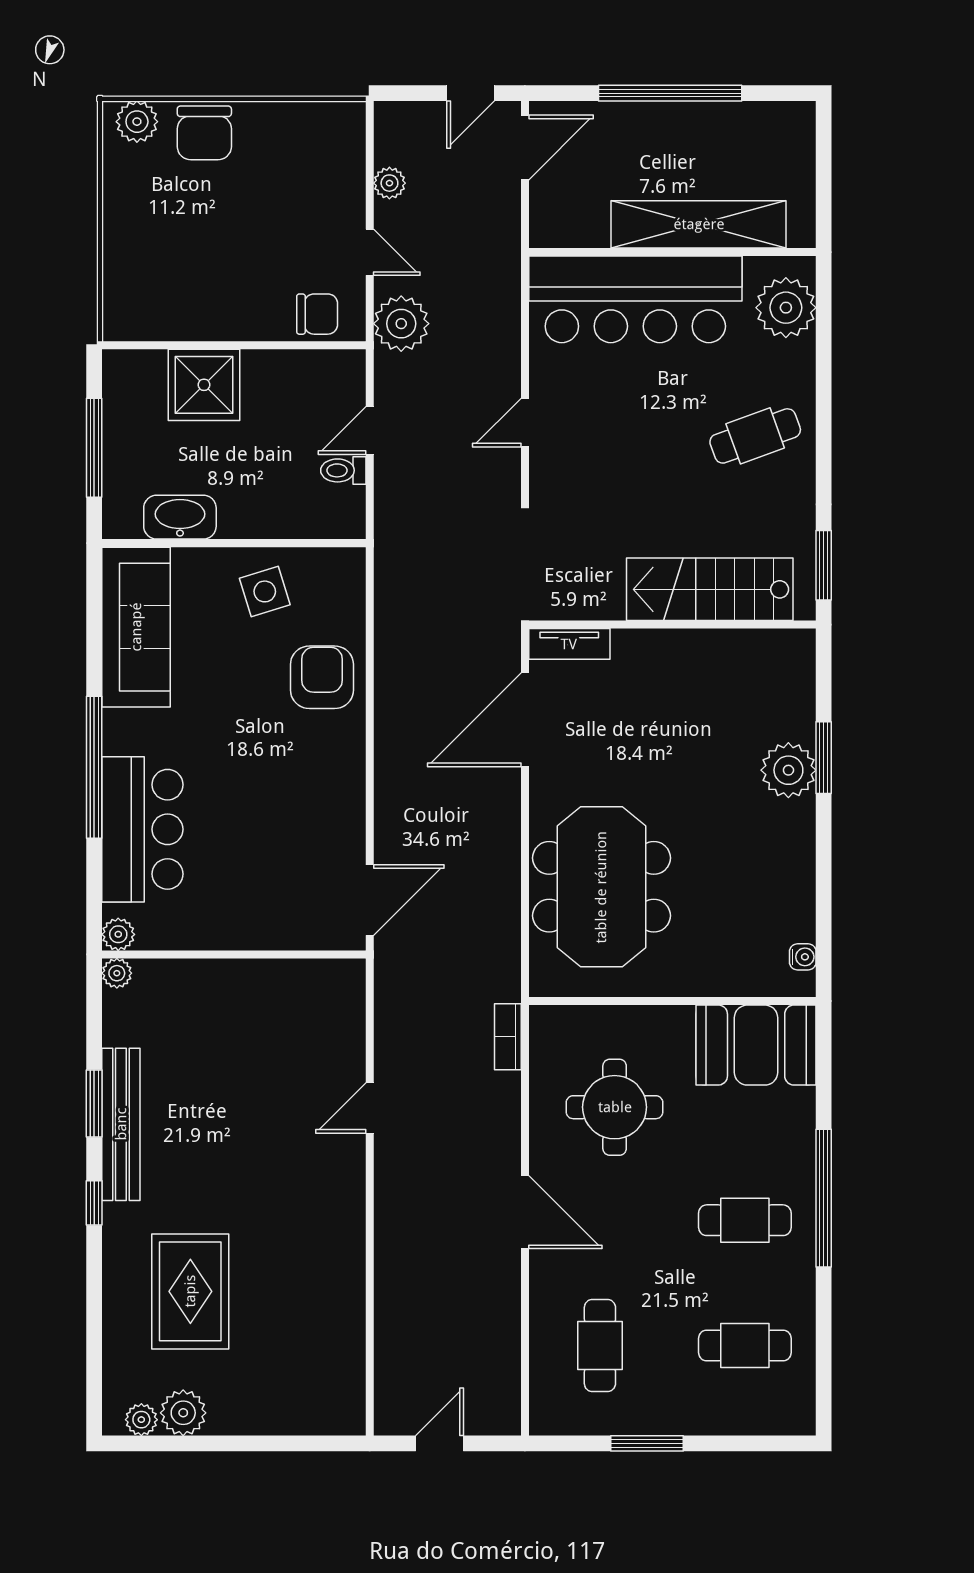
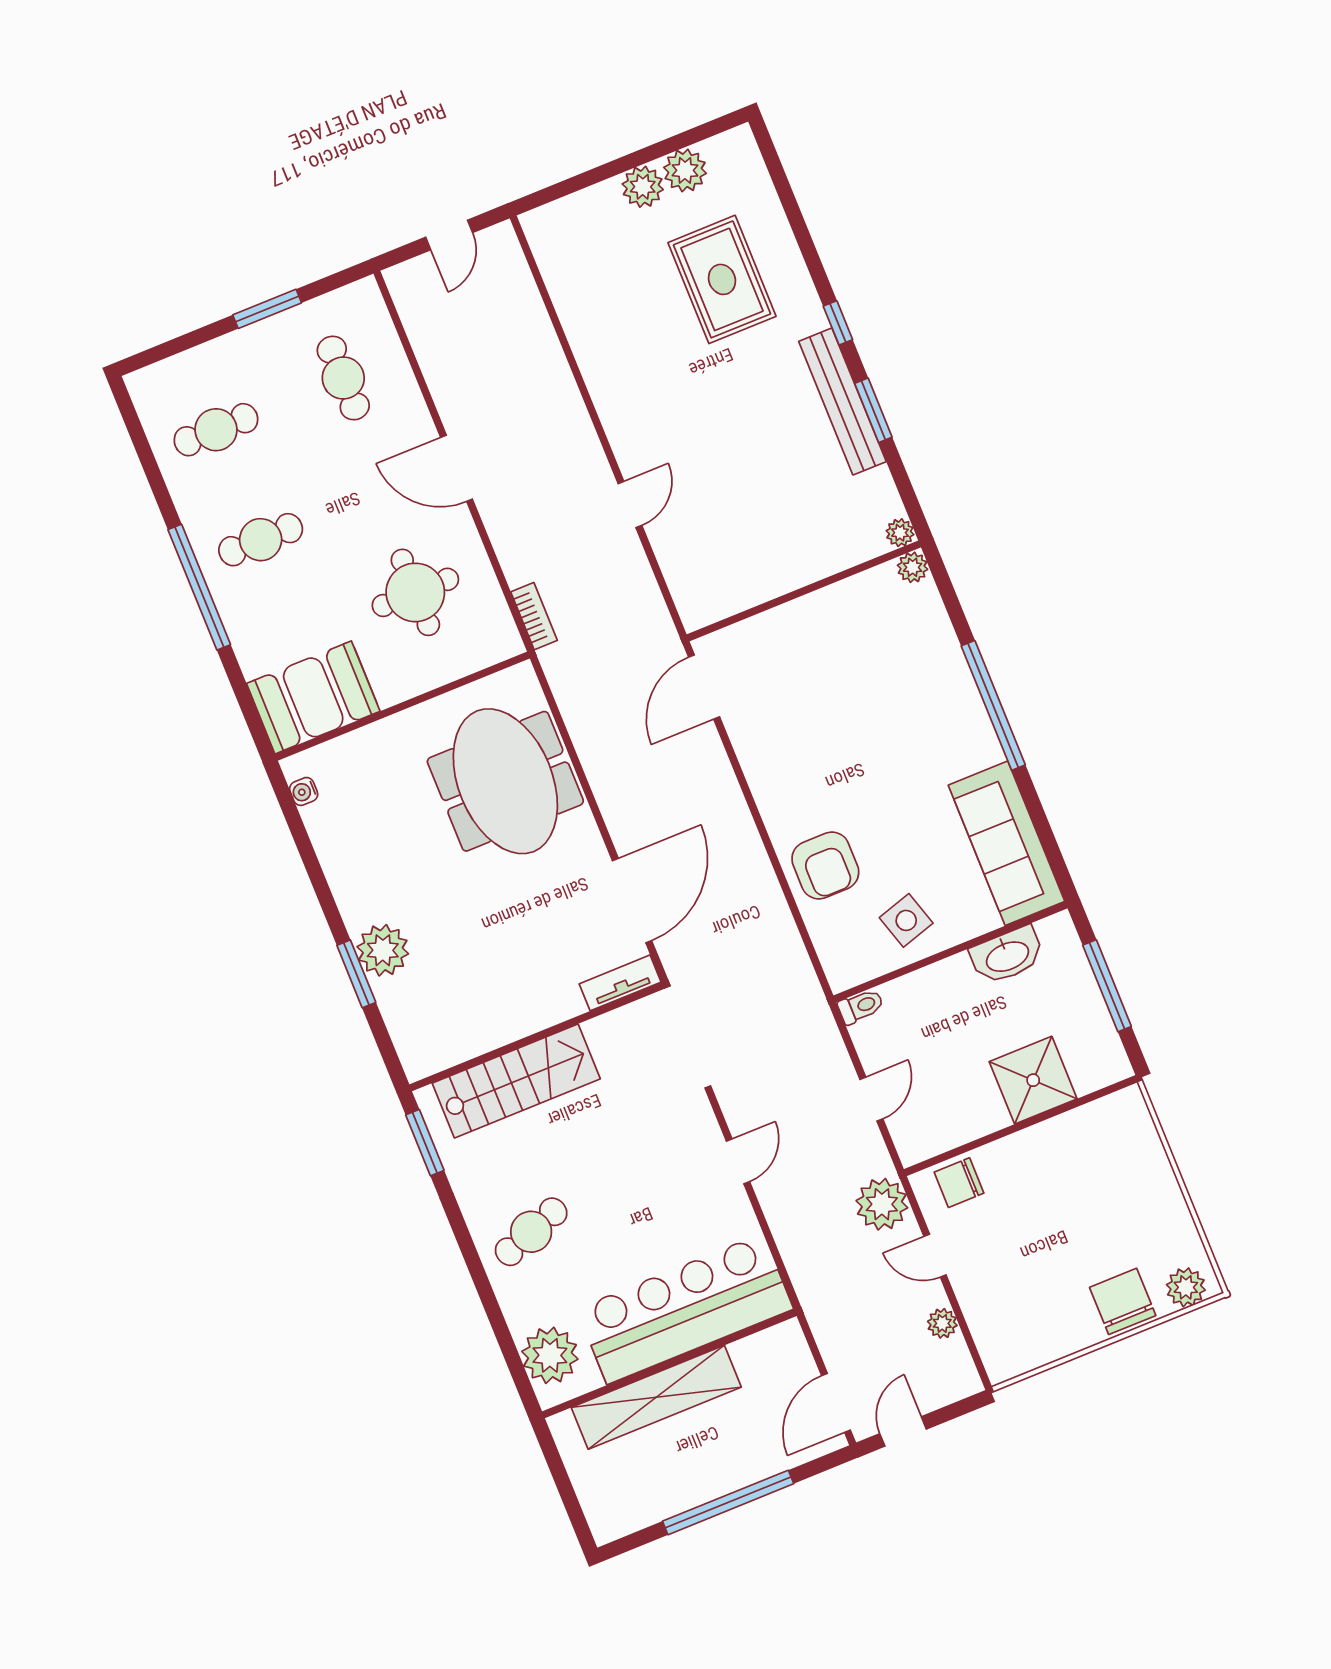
toilet: (343, 470) -> (861, 1006), moved
bar counter: (142, 829) -> (929, 668), removed
plant: (141, 1420) -> (643, 187), moved, width x1.38, depth x1.38

